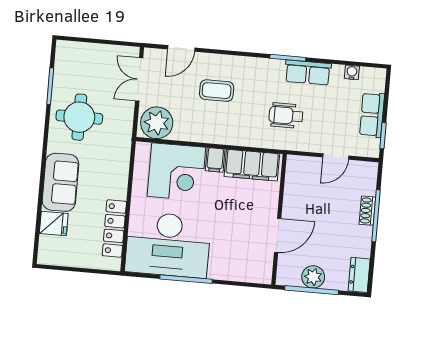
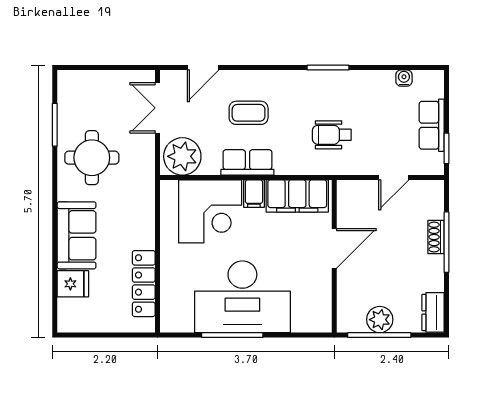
row of seats: (308, 73) -> (247, 162), moved, turned 180
door: (278, 235) -> (334, 248), moved
desk: (168, 245) -> (242, 297), moved

